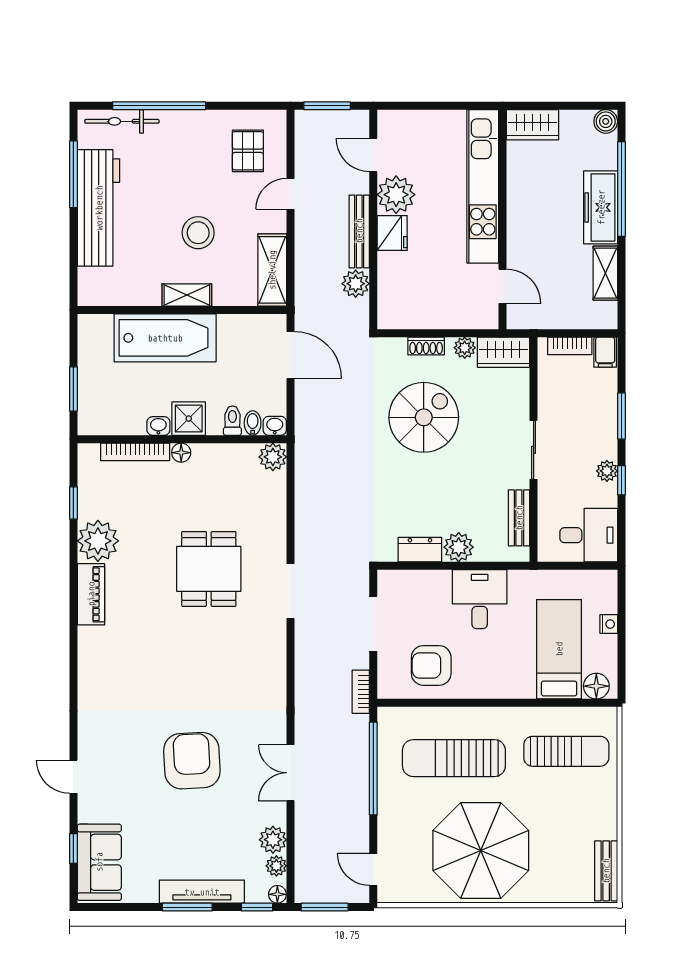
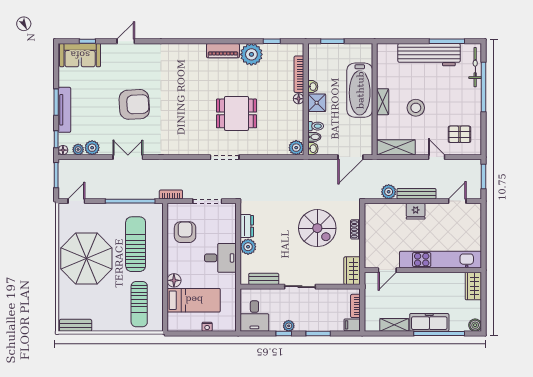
plant: (396, 195) -> (436, 213), removed
plant: (465, 348) -> (354, 250), removed
floor lamp: (596, 686) -> (174, 280), moved

